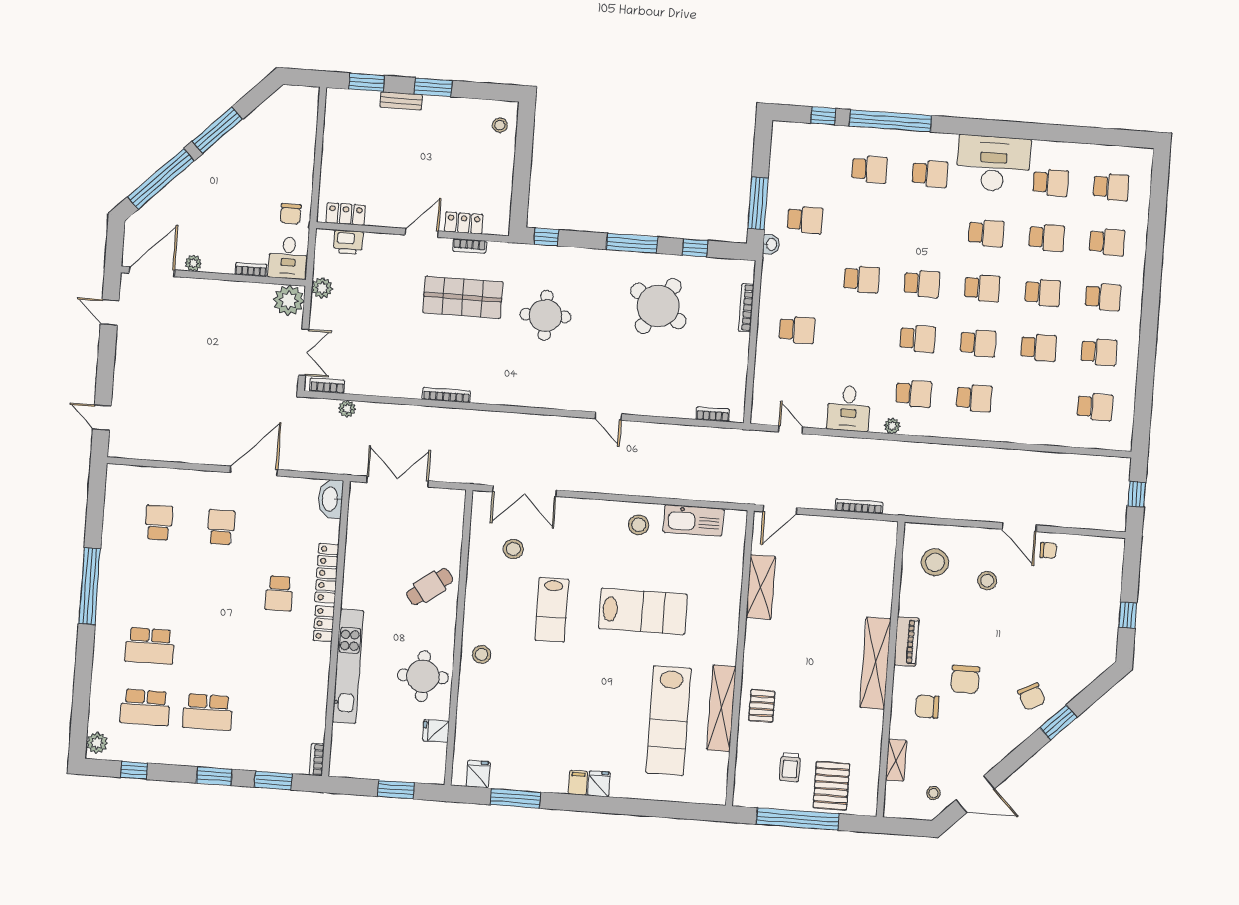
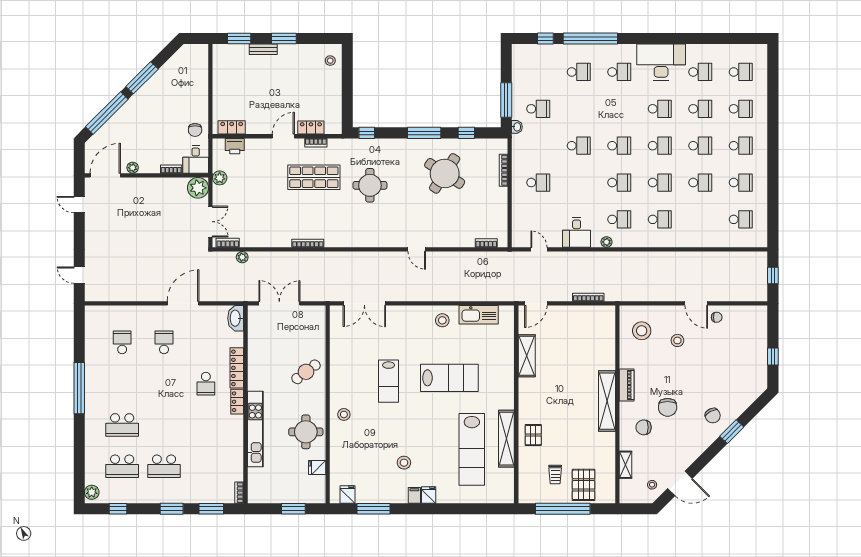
stool: (513, 549) -> (404, 463), moved

